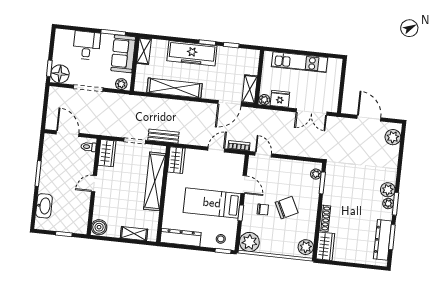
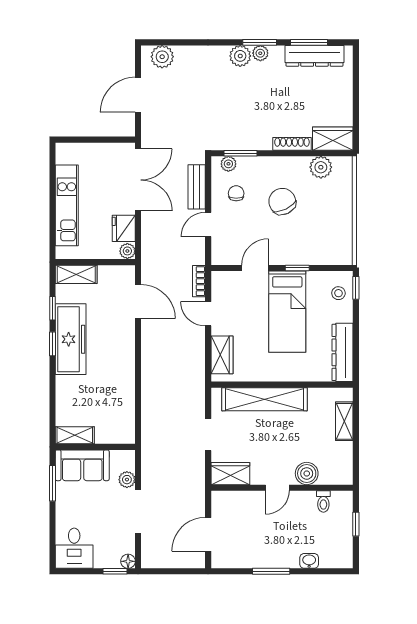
desk: (87, 45) -> (74, 548), moved, turned -90
freezer: (192, 53) -> (71, 339), moved
floor lamp: (60, 74) -> (128, 561), width x0.53, depth x0.53
plant: (121, 84) -> (127, 480), moved
shelving: (174, 88) -> (124, 385), removed
shelving: (250, 89) -> (76, 274), moved
double door: (312, 112) -> (138, 180), width x1.37
bench: (163, 136) -> (197, 187), moved
toilet: (89, 147) -> (323, 501), moved
door: (263, 155) -> (208, 224), moved
wardrobe: (176, 160) -> (222, 355), moved, turned 90
door: (94, 184) -> (277, 488), hinge flipped
washbasin: (44, 206) -> (309, 561), width x0.52, depth x0.69
chair: (263, 210) -> (236, 193), moved
boiler: (99, 227) -> (307, 473), moved
plant: (249, 242) -> (339, 251), removed
plant: (306, 247) -> (321, 167), moved

